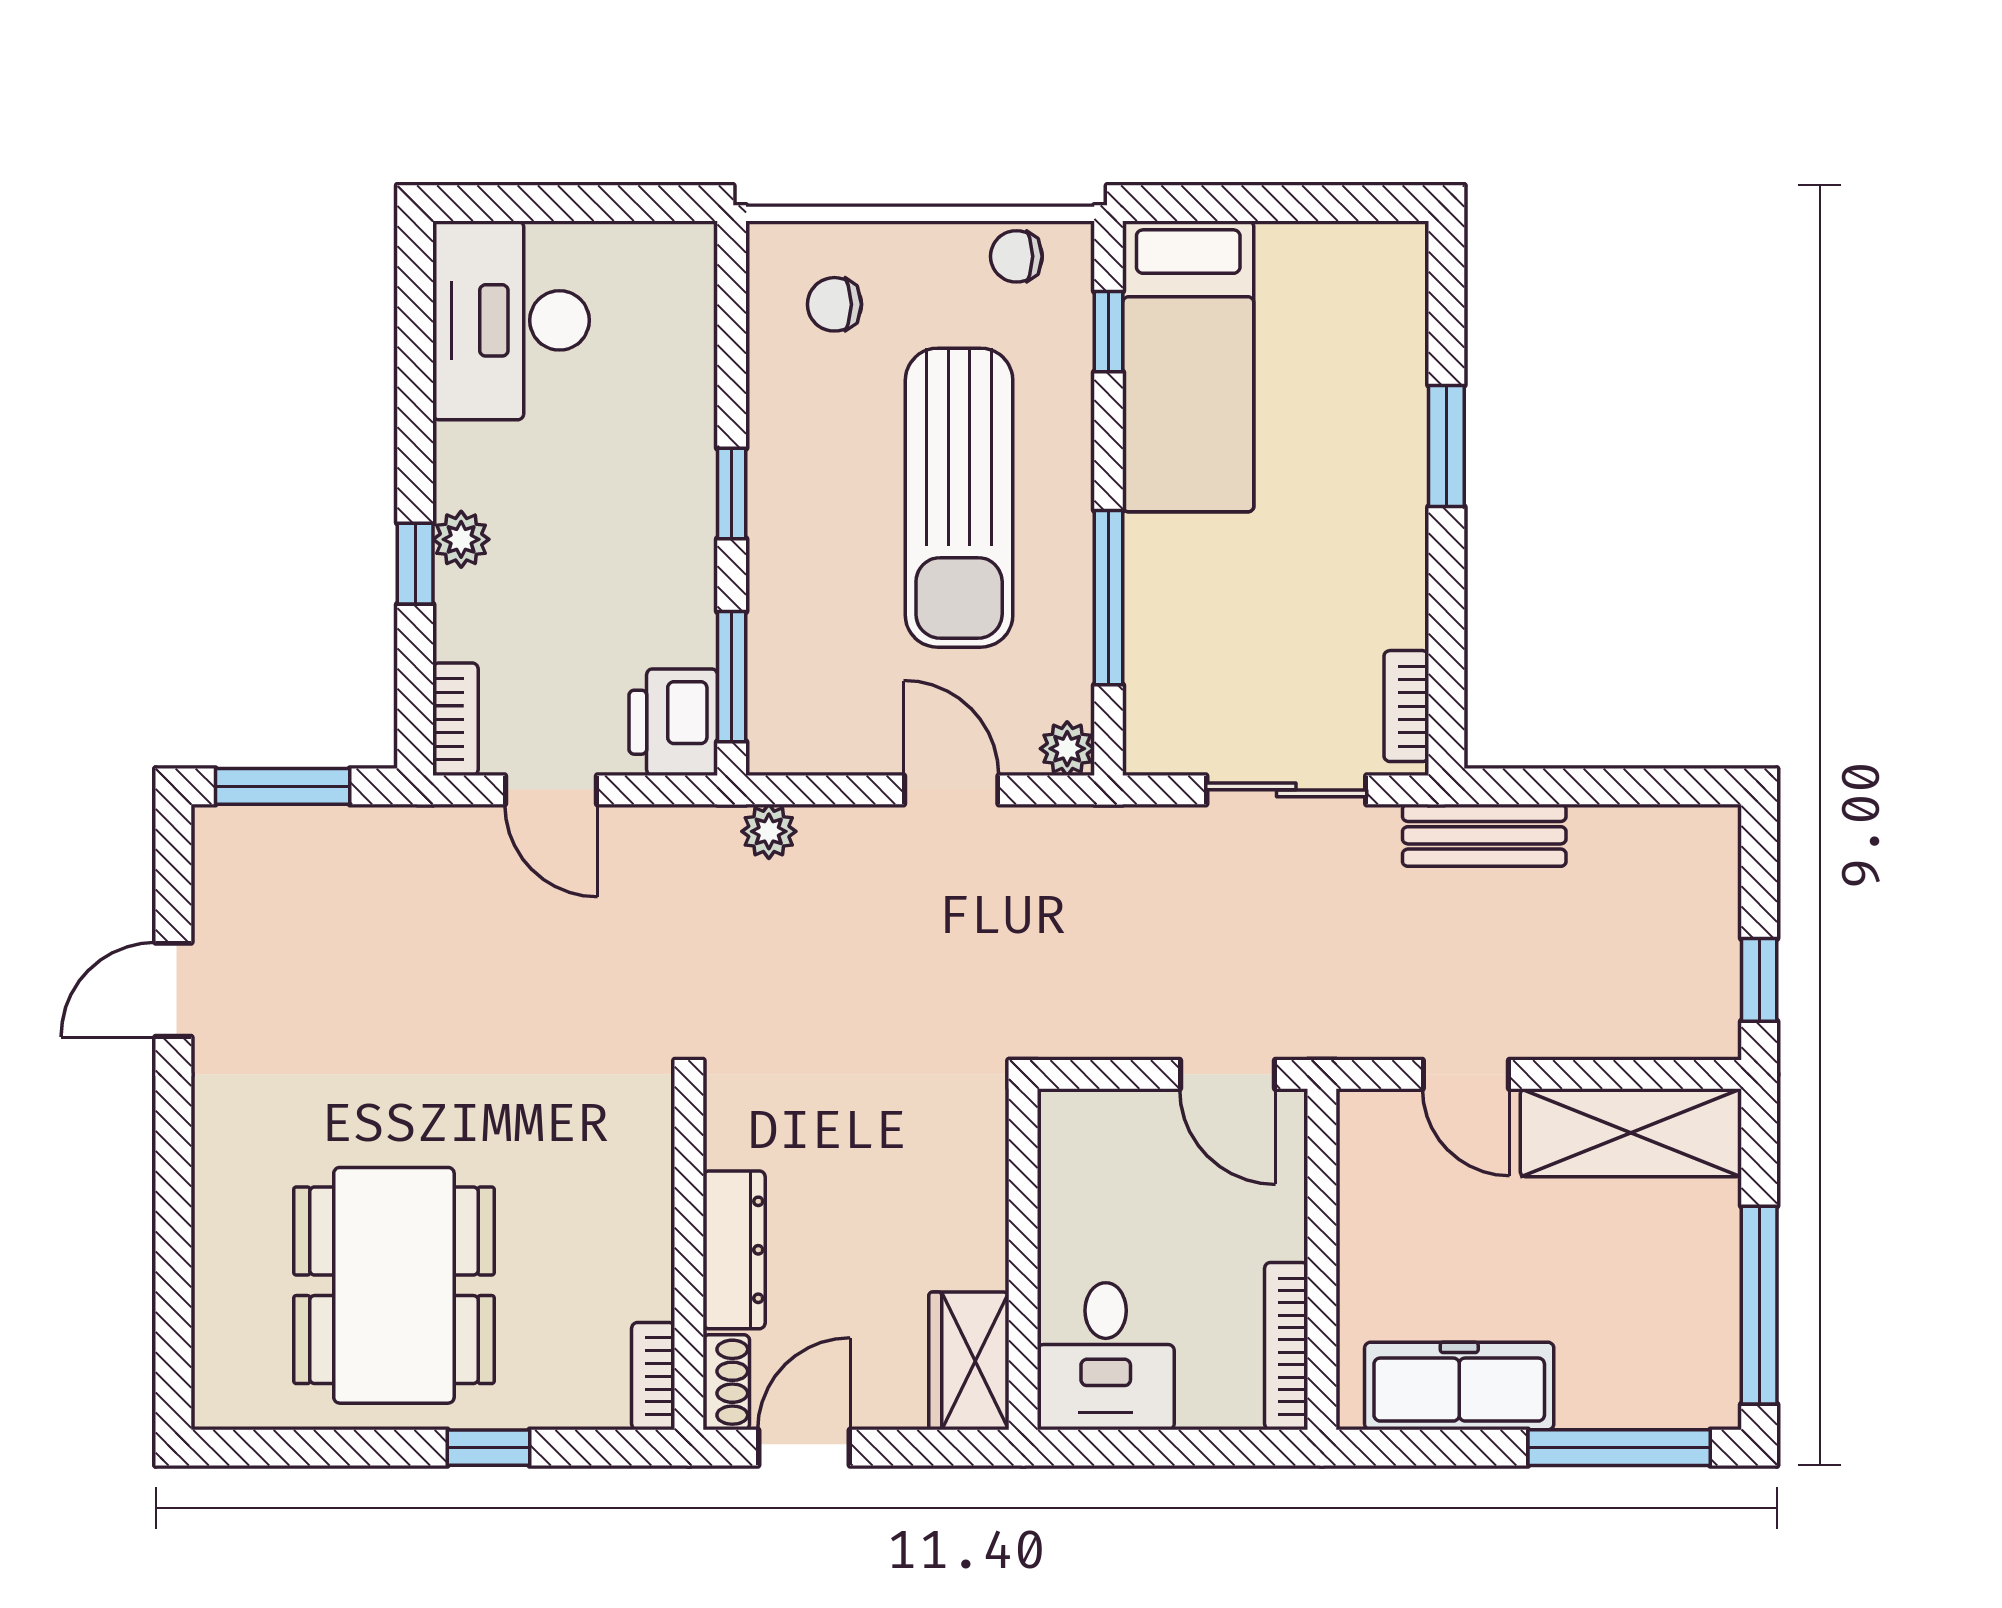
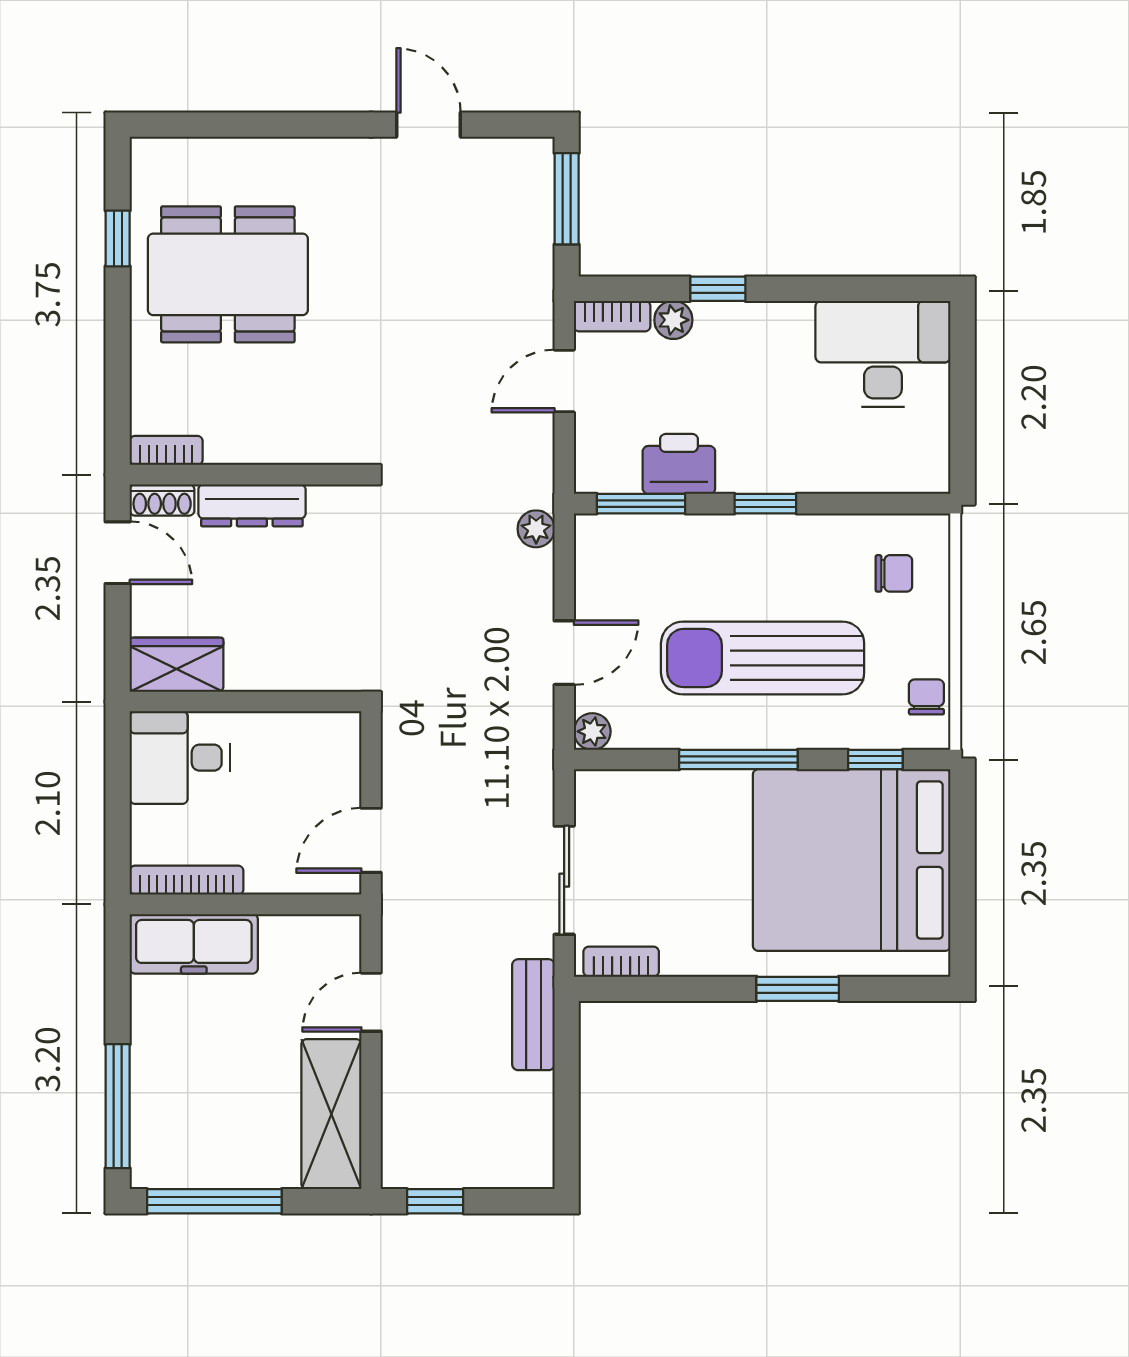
chair: (834, 304) -> (894, 573), turned 90
bed: (1188, 366) -> (852, 860), width x2.04
plant: (461, 539) -> (673, 320), moved
window: (1109, 598) -> (738, 760), moved
printer: (673, 722) -> (679, 464), moved
freezer: (1459, 1386) -> (194, 944), moved, turned 90
window: (489, 1448) -> (118, 238), moved

